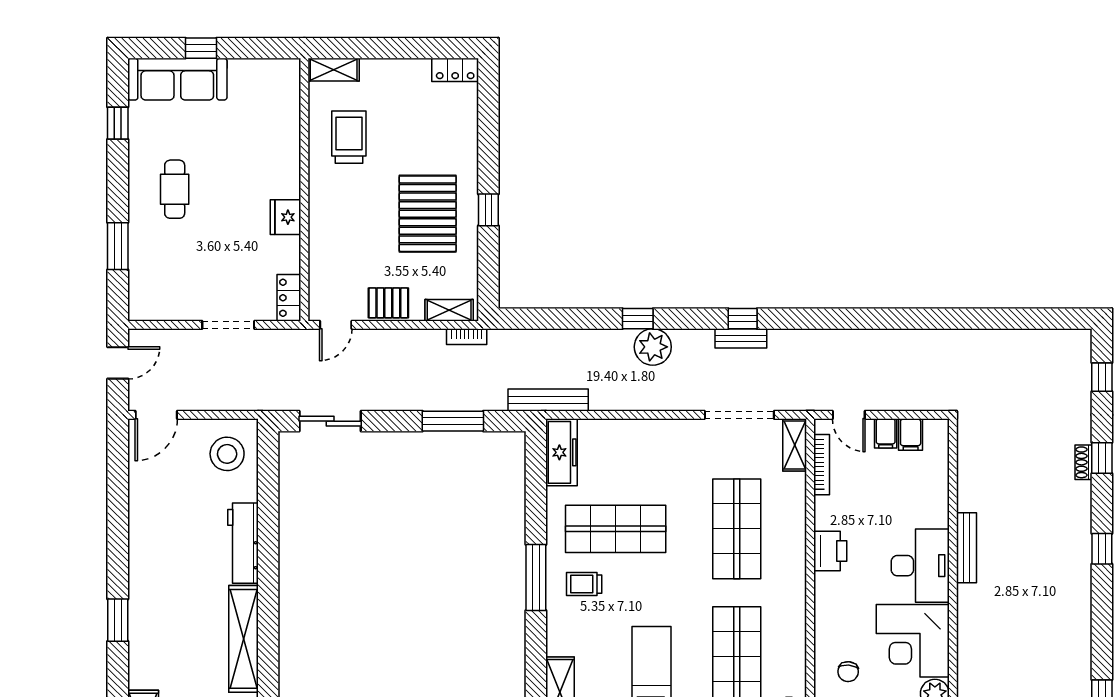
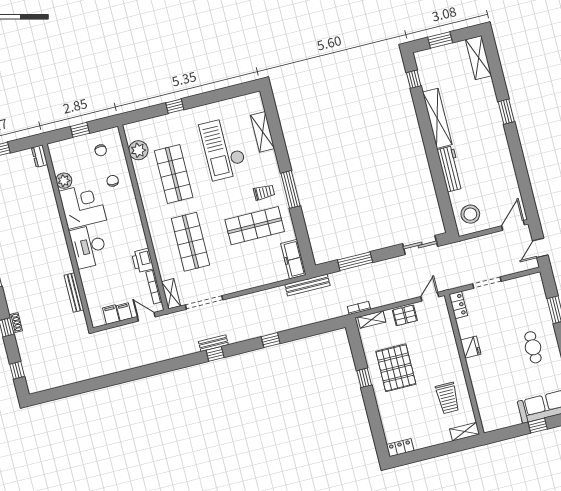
plant: (653, 347) -> (259, 327), removed
bench: (967, 548) -> (74, 293), moved
printer: (830, 551) -> (143, 260), moved

